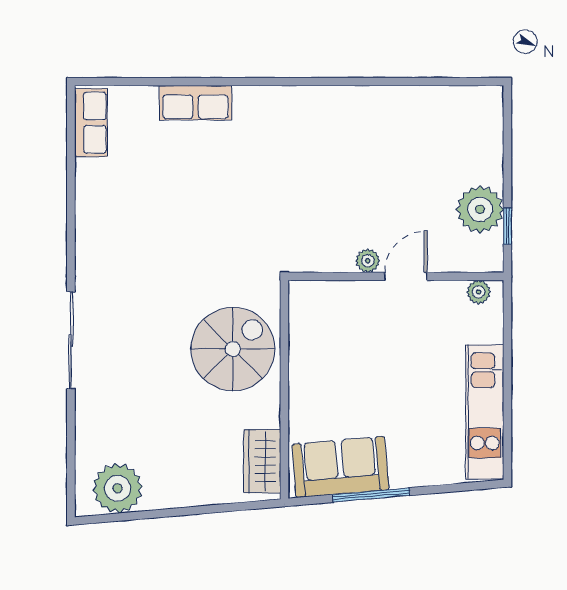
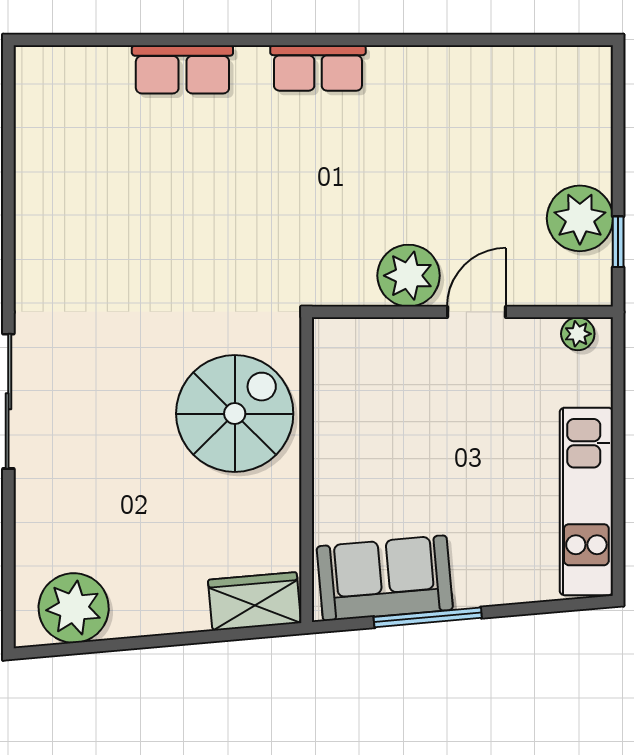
row of seats: (91, 123) -> (318, 68), moved, turned 90
plant: (368, 261) -> (409, 276), width x1.88, depth x1.88
wardrobe: (262, 461) -> (254, 601), moved, turned 85

